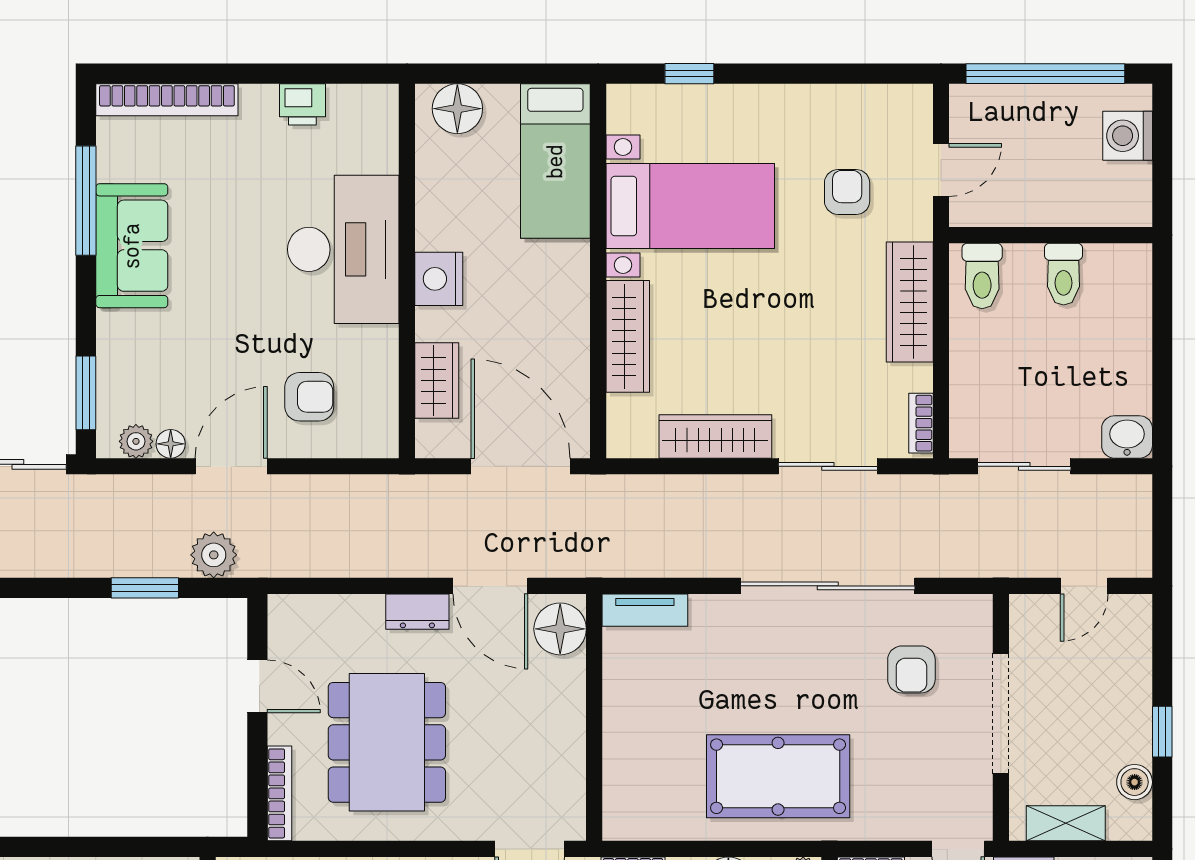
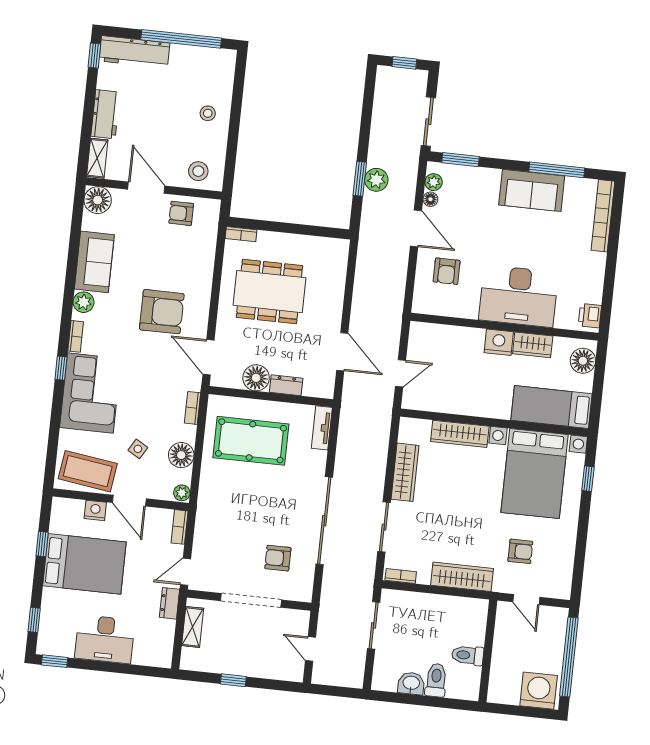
printer: (302, 104) -> (590, 316), moved
washing machine: (1128, 136) -> (539, 691), width x1.37, depth x1.37
bed with nightstands: (690, 206) -> (535, 473), width x1.36
toilet: (982, 276) -> (436, 680), moved, turned 90
wardrobe: (437, 381) -> (533, 345), moved
washbasin: (1127, 437) -> (411, 683), moved, turned -90
door: (521, 466) -> (400, 373), width x0.53
plant: (214, 555) -> (376, 180), moved
door: (490, 586) -> (342, 352), swing flipped
dresser: (417, 612) -> (286, 385), moved, turned 90
floor lamp: (560, 629) -> (256, 378), moved
door: (257, 686) -> (304, 230), removed
pool table: (778, 776) -> (251, 441), moved, turned 90
boiler: (1135, 782) -> (210, 664), removed
bookcase: (279, 793) -> (241, 234), width x0.64

